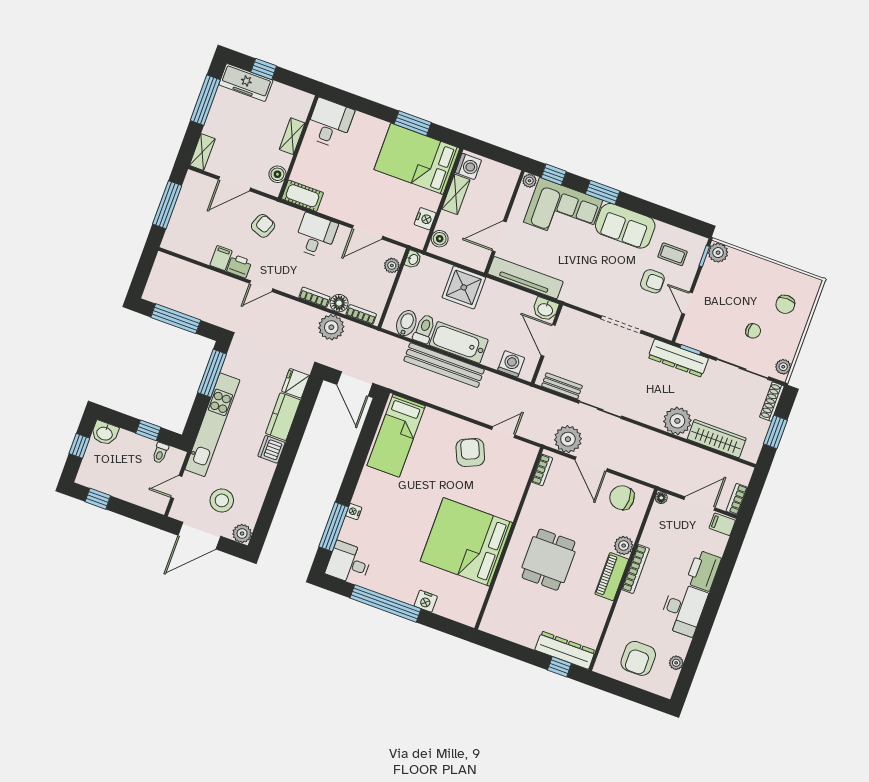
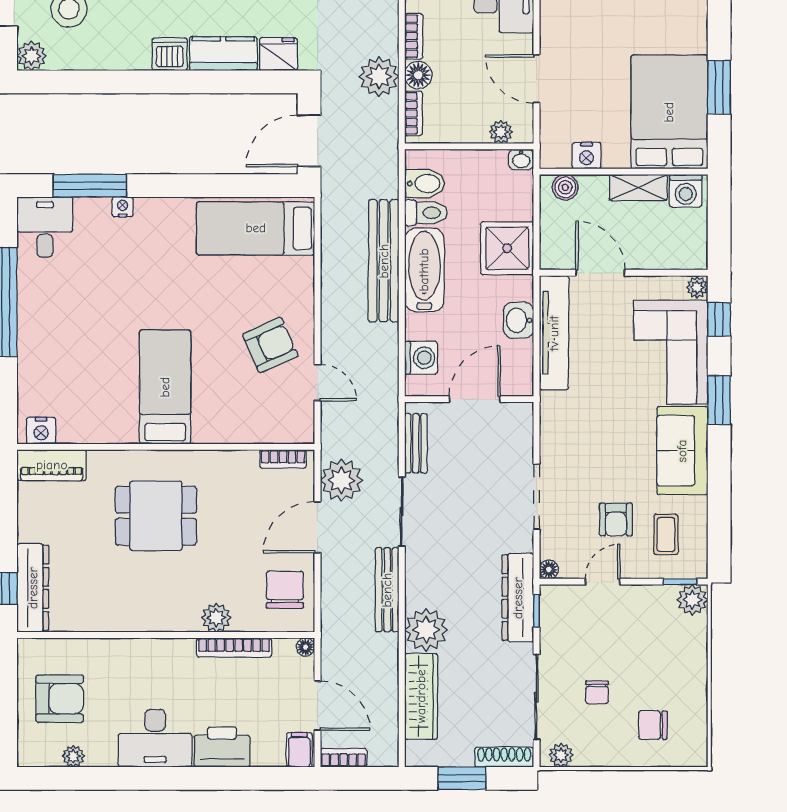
washbasin: (545, 309) -> (519, 320), moved
floor lamp: (668, 333) -> (549, 569), added
bench: (644, 436) -> (387, 590), added
bed: (466, 542) -> (165, 387), width x0.49
bookcase: (636, 569) -> (234, 647), moved
piano: (612, 577) -> (52, 465), moved, turned 180
nightstand: (426, 601) -> (41, 431), moved, turned -90
armchair: (638, 658) -> (60, 699), turned 180

